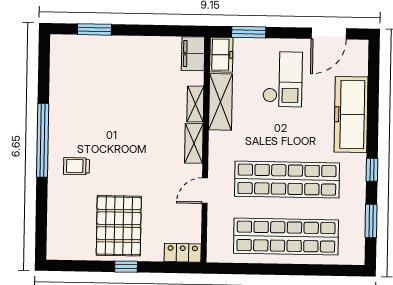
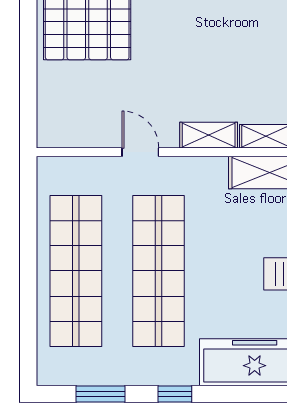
locker: (183, 253) -> (50, 122), removed
window: (126, 267) -> (28, 40), removed

